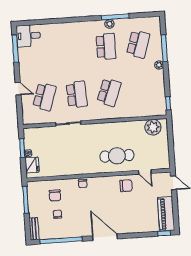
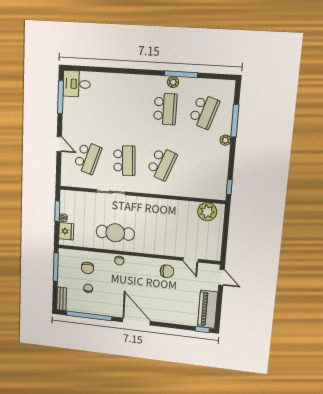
cafe table: (117, 156) -> (115, 233), moved

